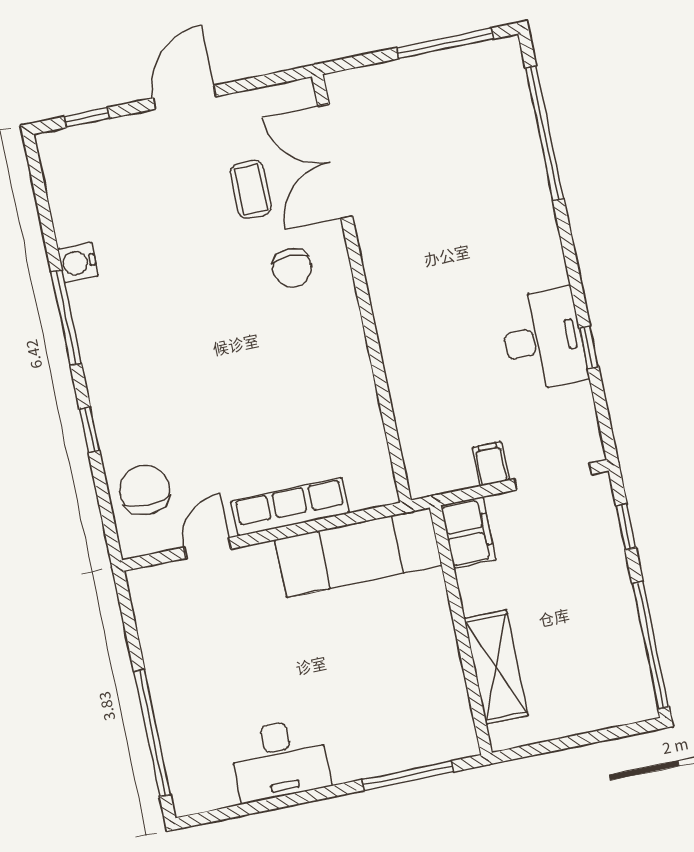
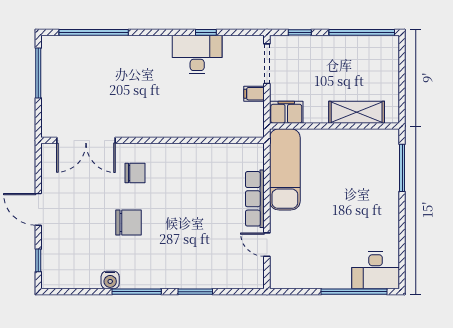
coffee table: (251, 189) -> (91, 186), removed
window: (89, 430) -> (195, 292), width x1.50
chair: (145, 490) -> (129, 223), moved, turned 180
desk: (280, 760) -> (376, 270), moved, turned 90

